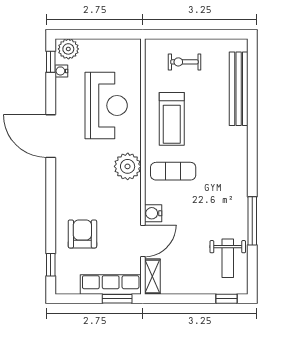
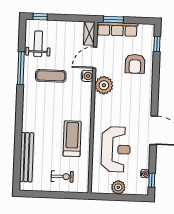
plant: (68, 49) -> (118, 187), moved
reception desk: (106, 105) -> (116, 149), turned 180
plant: (128, 166) -> (104, 85), moved
exercise mat: (173, 171) -> (51, 76), moved

